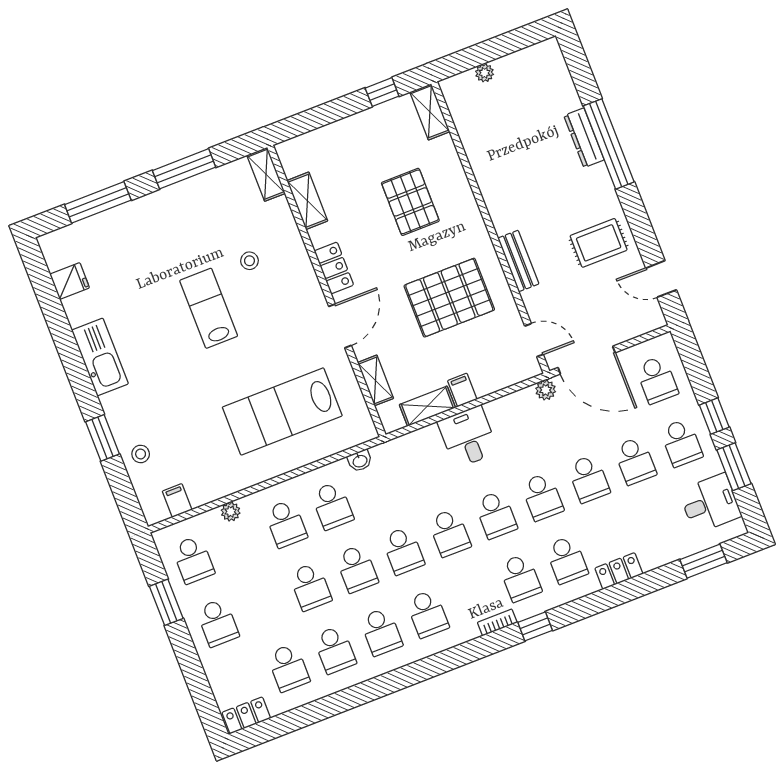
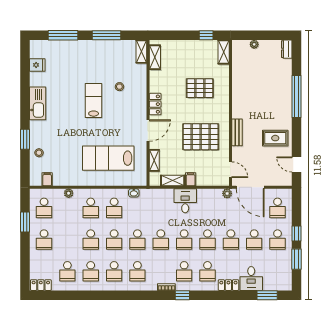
dresser: (584, 138) -> (287, 49), moved, width x0.70
shelving: (307, 201) -> (155, 57), moved
pallet: (410, 202) -> (200, 88), turned 90
desk: (710, 503) -> (251, 278), moved, turned 90

